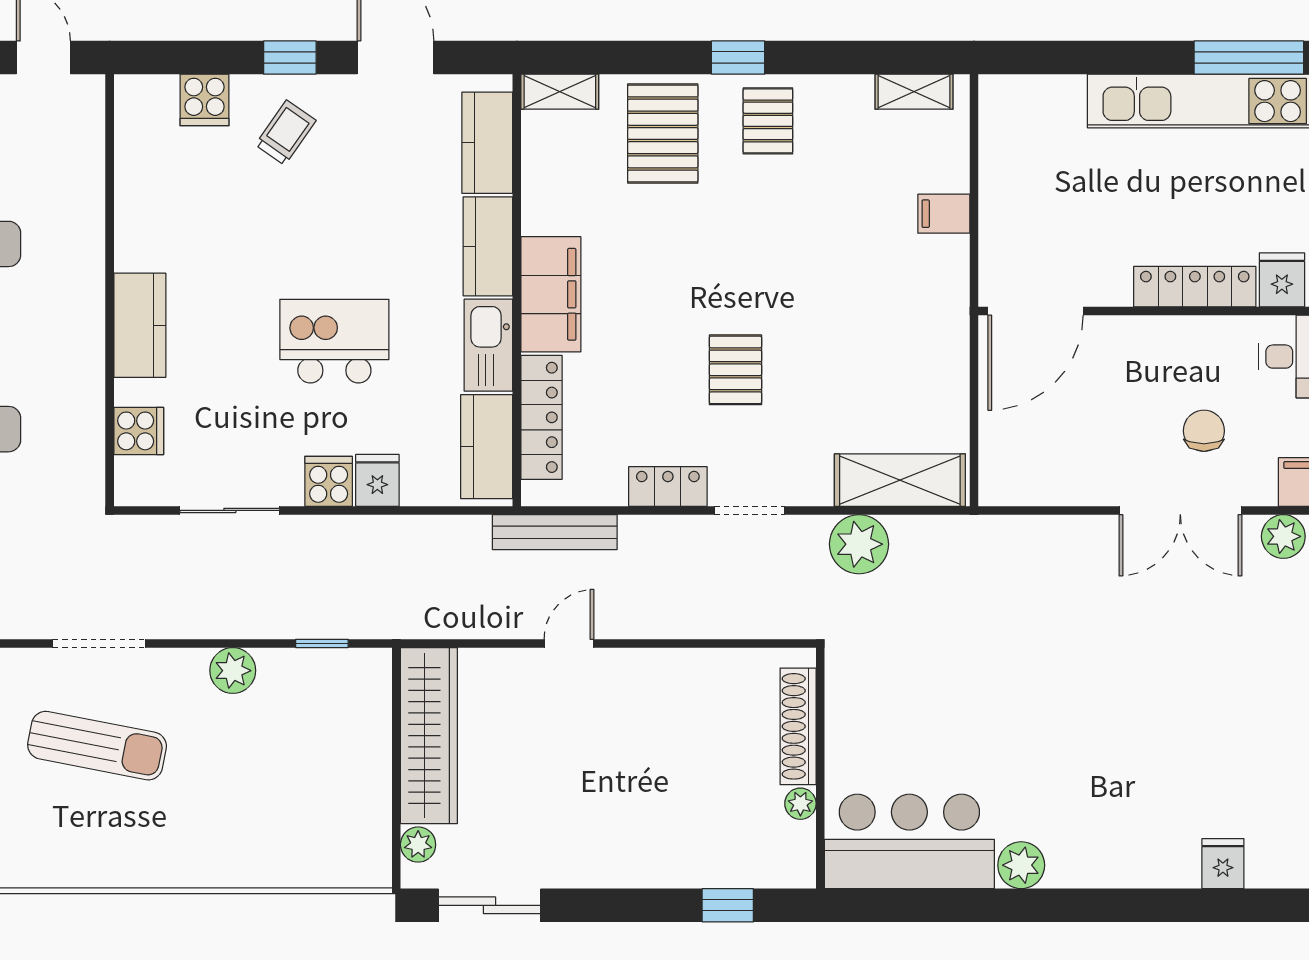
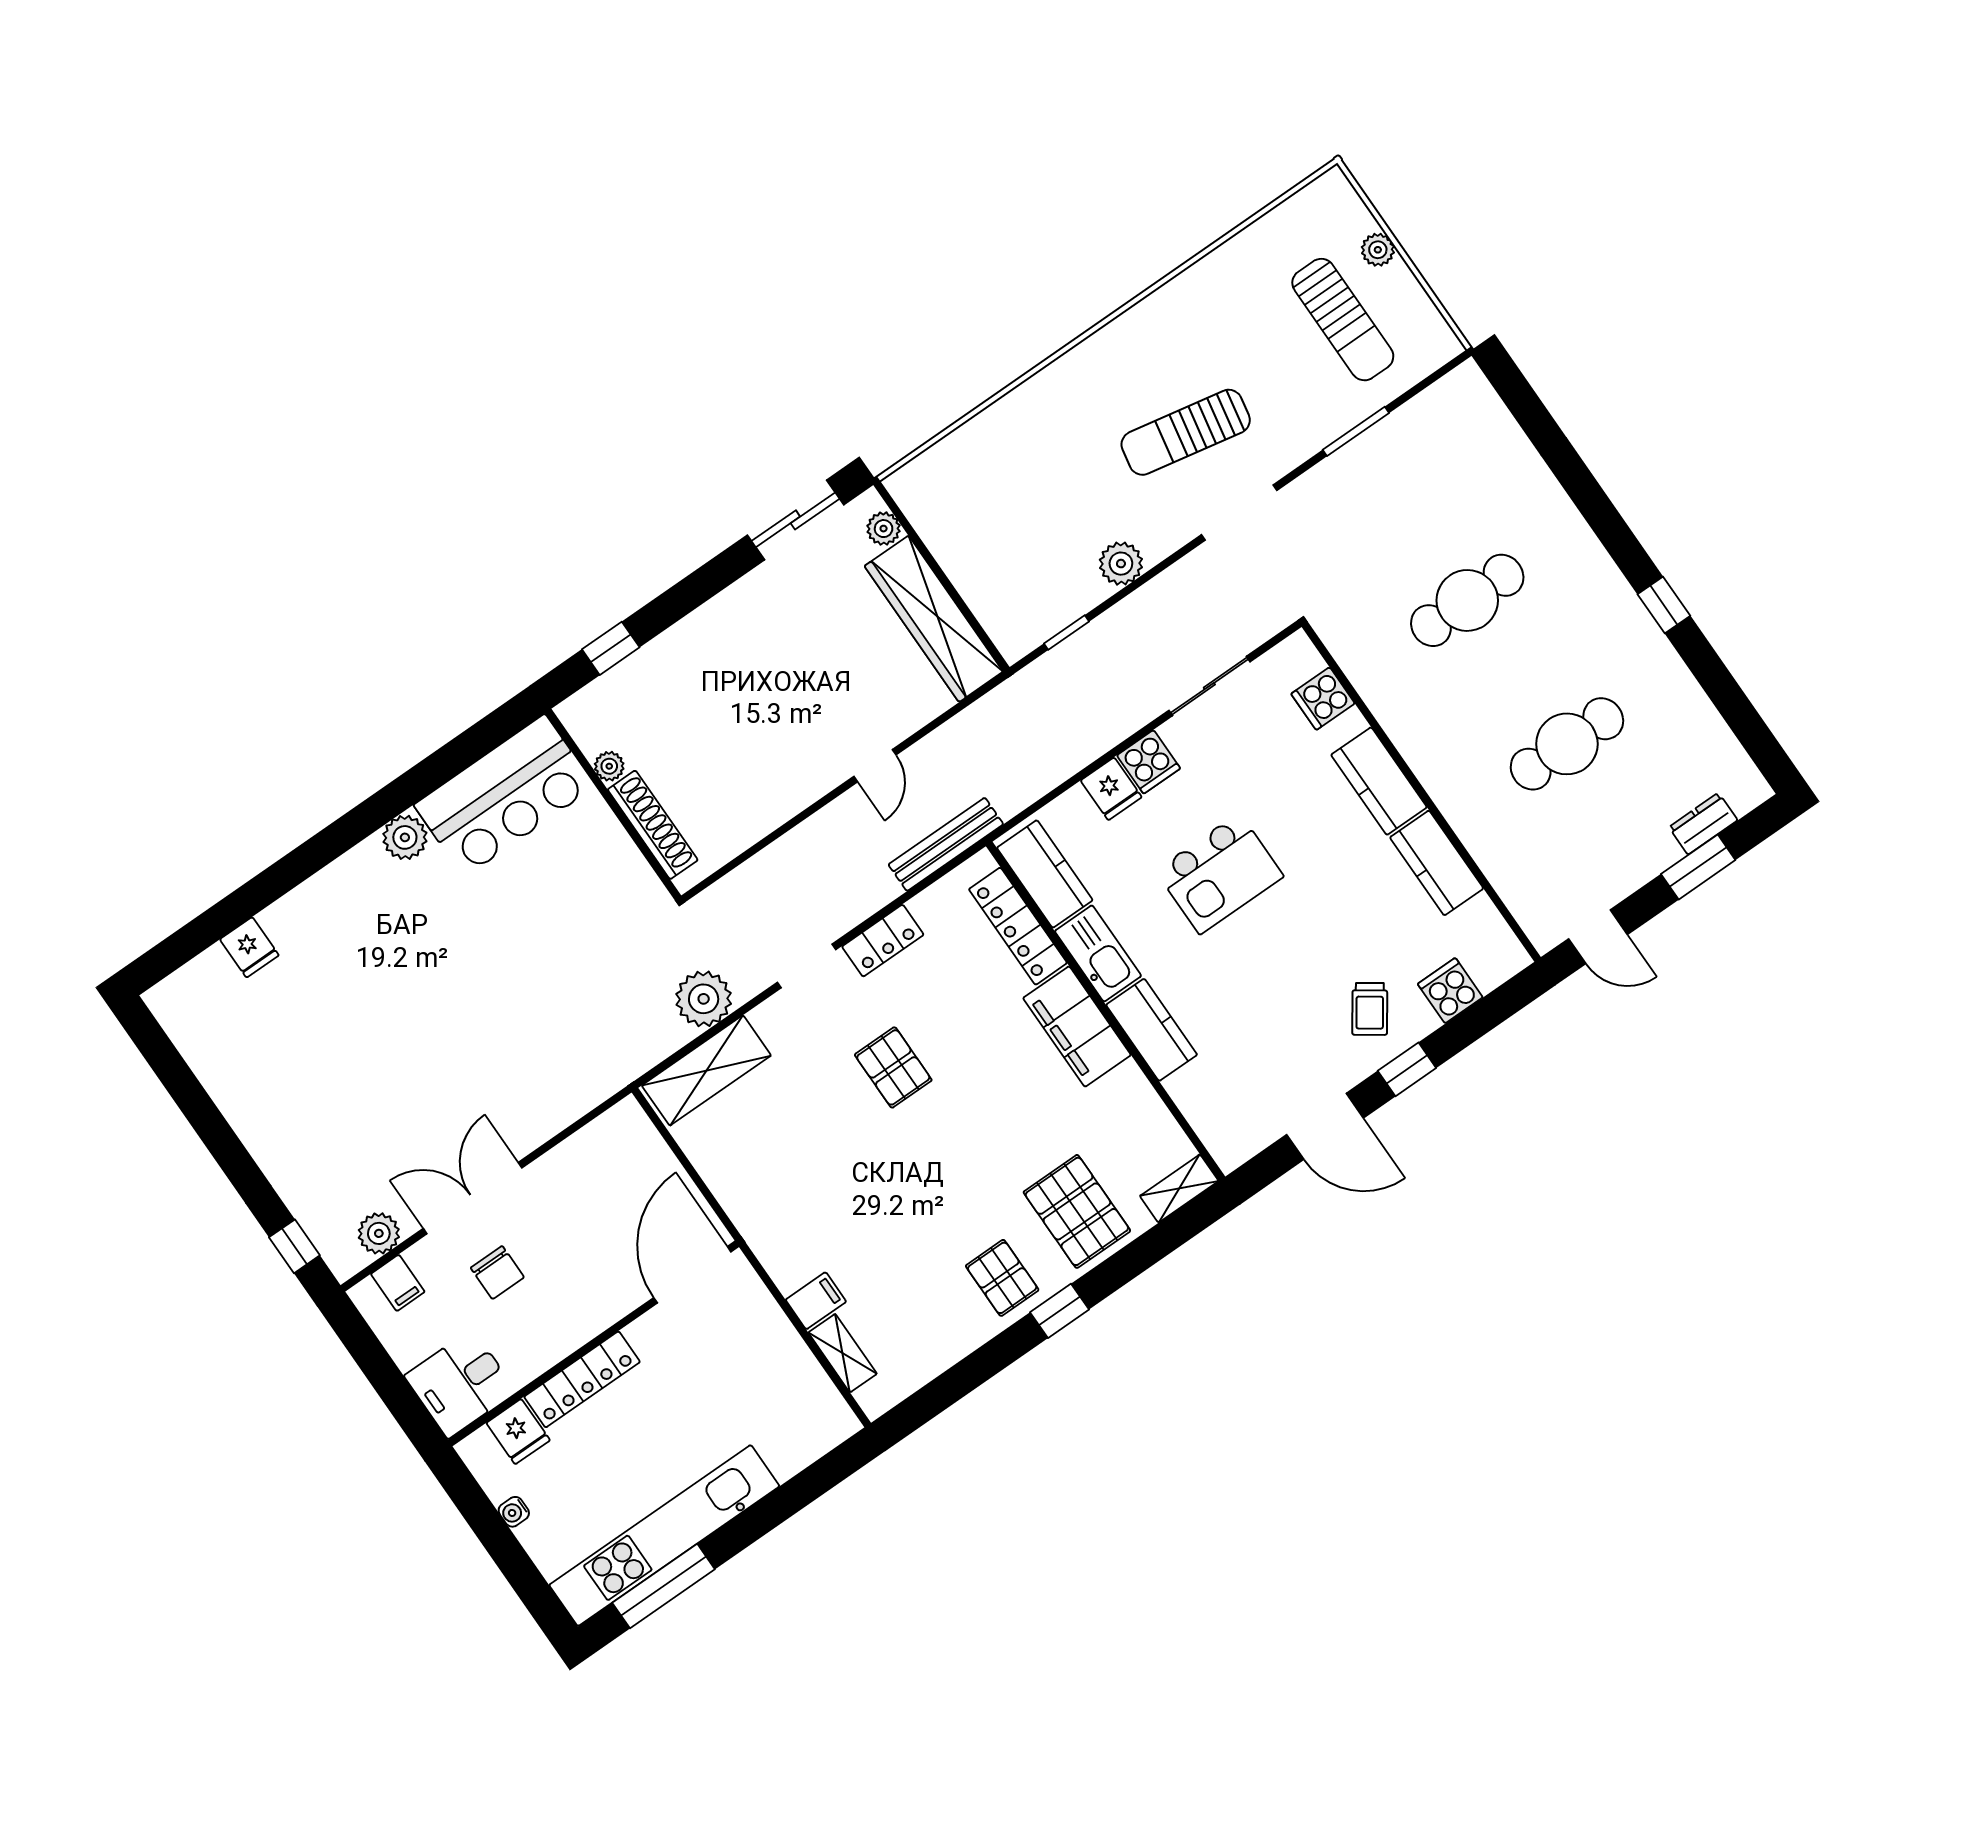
shelving: (914, 92) -> (843, 1353), moved, turned 90
kitchen counter: (487, 143) -> (1437, 863), moved, turned 180

